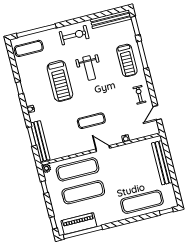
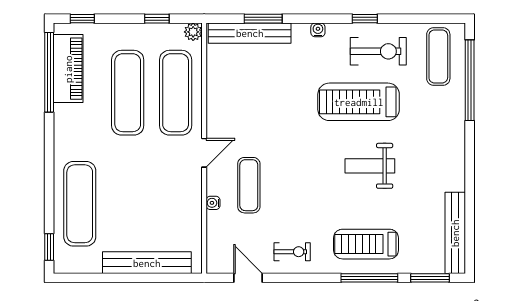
exercise bike: (74, 35) -> (378, 51), moved, turned -90
exercise mat: (91, 121) -> (249, 185), moved

